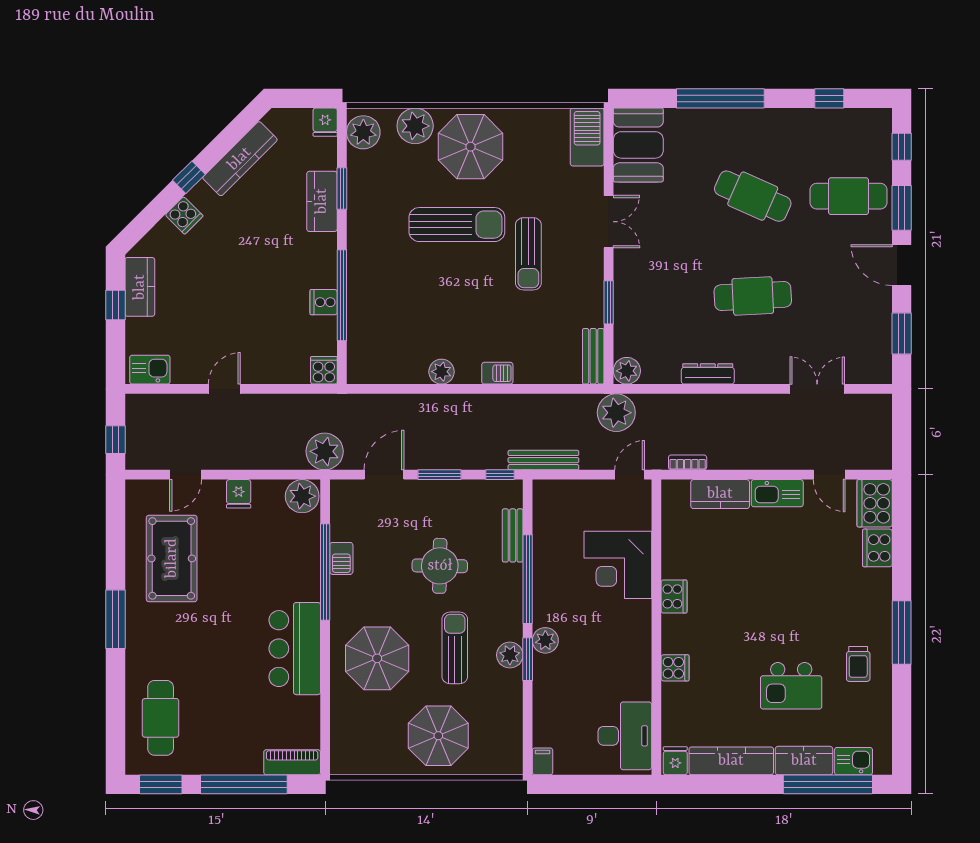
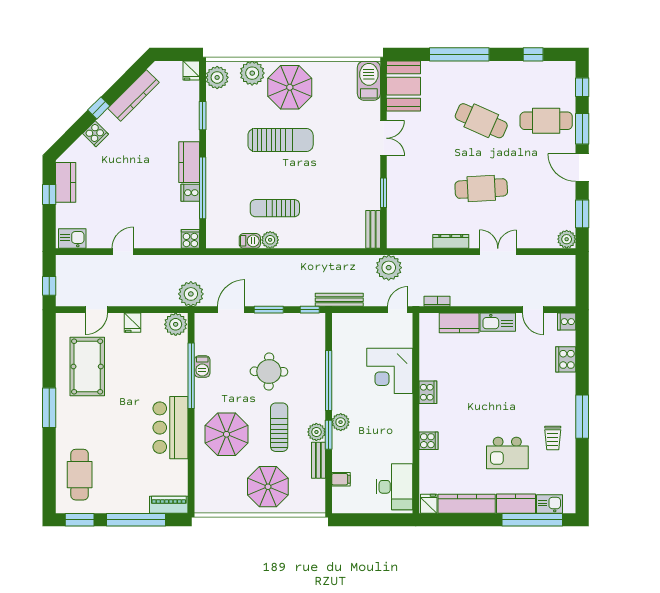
kitchen counter: (322, 201) -> (189, 162), moved
sun lounger: (528, 254) -> (275, 208), moved, turned 90
plant: (627, 371) -> (567, 239), moved
barbecue: (497, 373) -> (250, 241), moved
double door: (817, 389) -> (498, 252), moved
cooker: (875, 503) -> (567, 322), width x0.53, depth x0.76
bench: (513, 535) -> (318, 460), moved
filing cabinet: (543, 761) -> (341, 479), moved, turned 90

